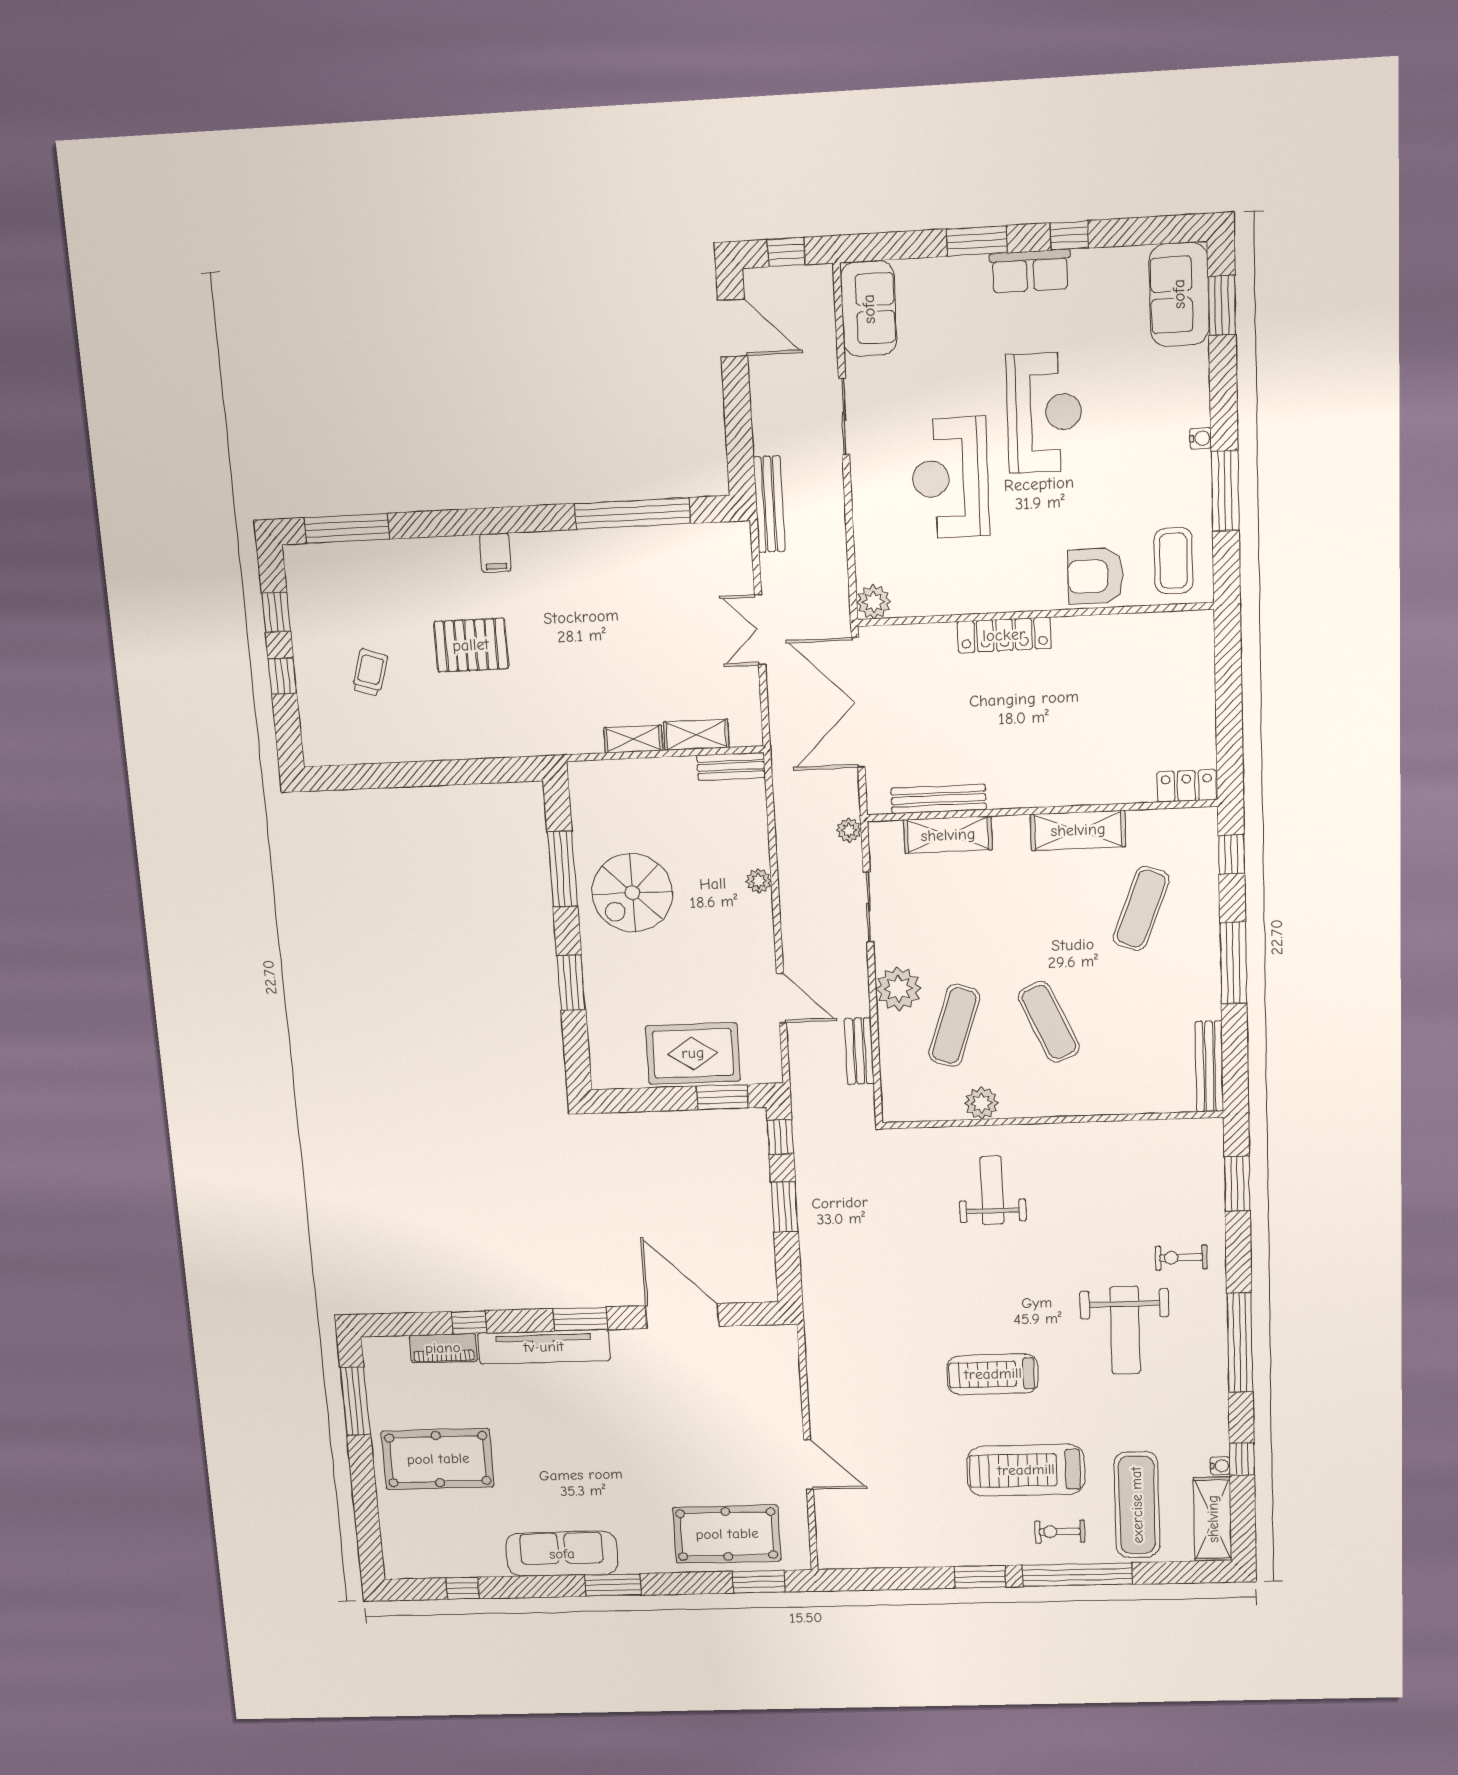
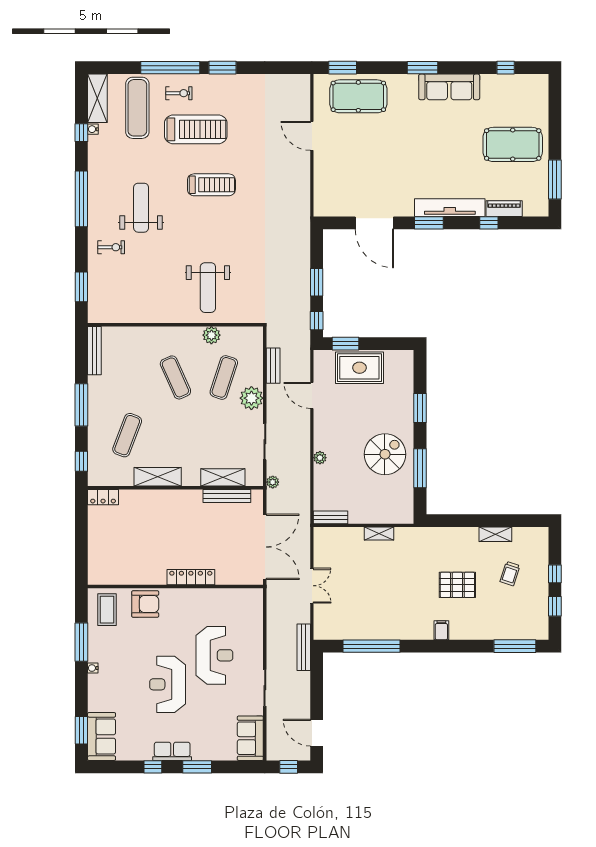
plant: (874, 602) -> (255, 597), removed
shelving: (696, 735) -> (495, 534), moved
weight bench: (992, 1190) -> (208, 288), width x1.36, depth x1.33

